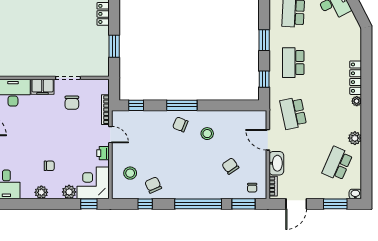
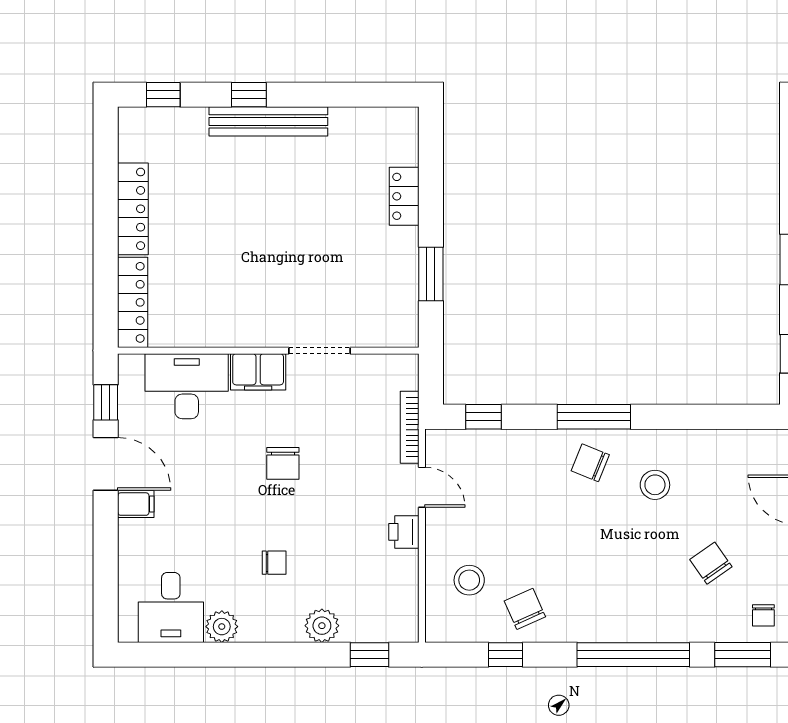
chair: (72, 103) -> (283, 463), moved
corner desk: (93, 183) -> (380, 604), removed
plant: (41, 192) -> (222, 627), moved

